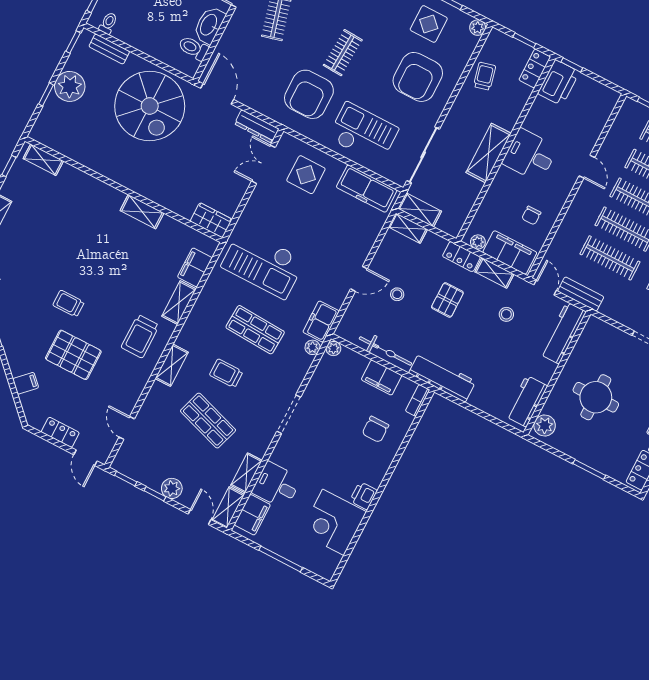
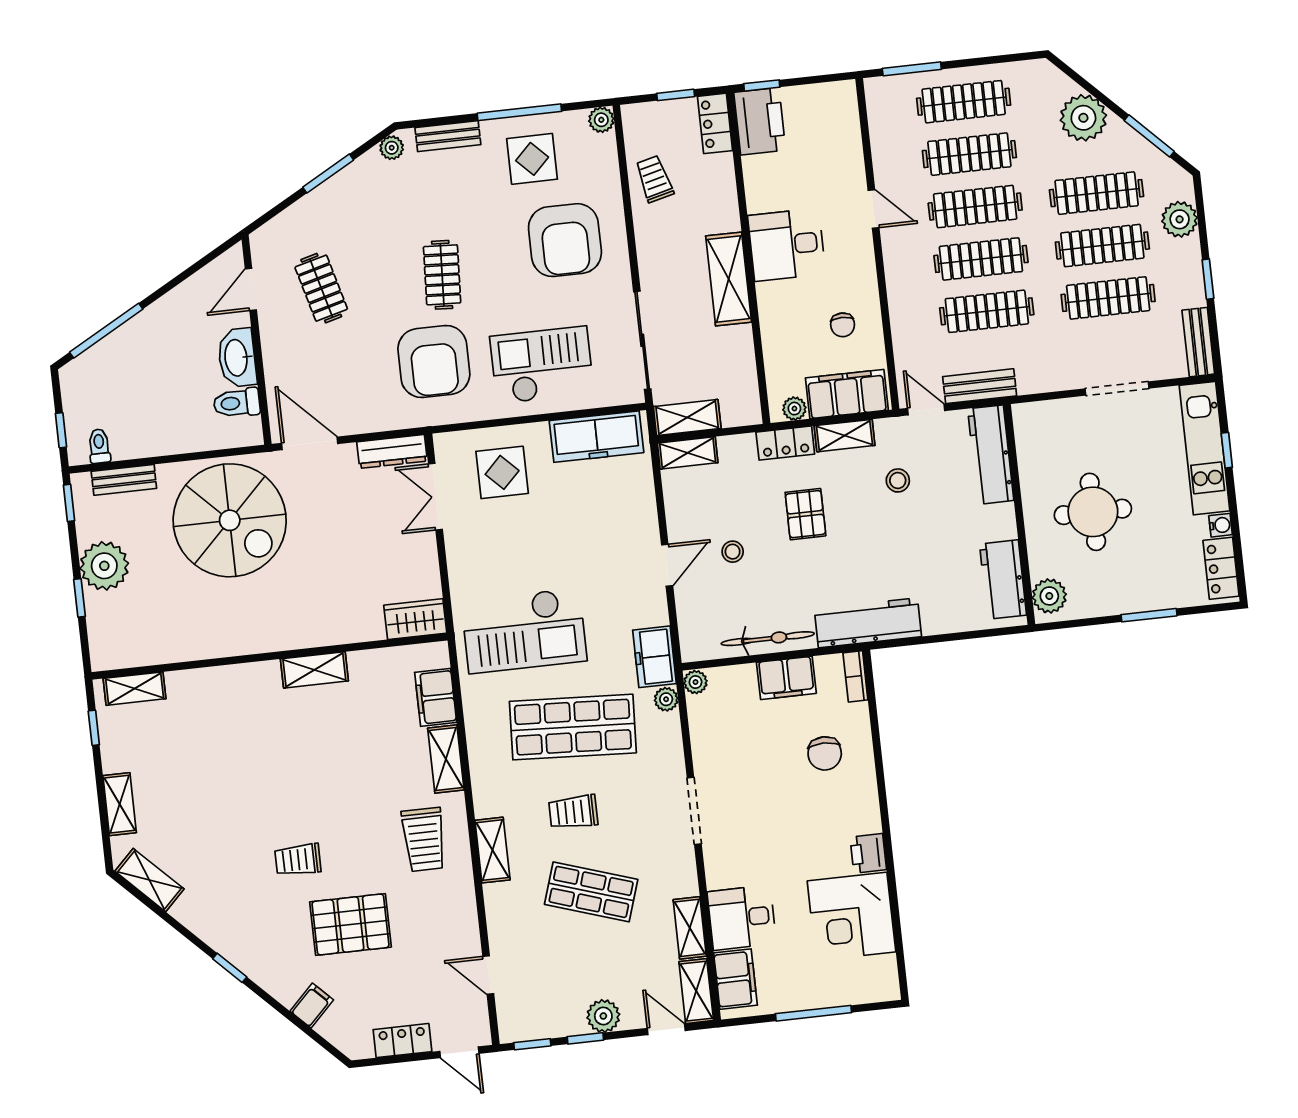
shop shelf: (255, 330) -> (573, 727), width x1.43, depth x1.36

